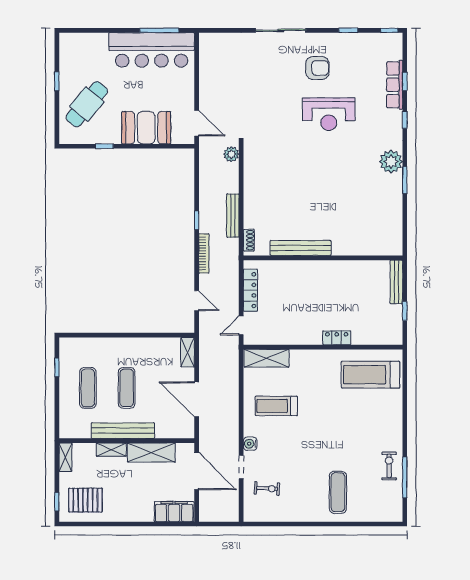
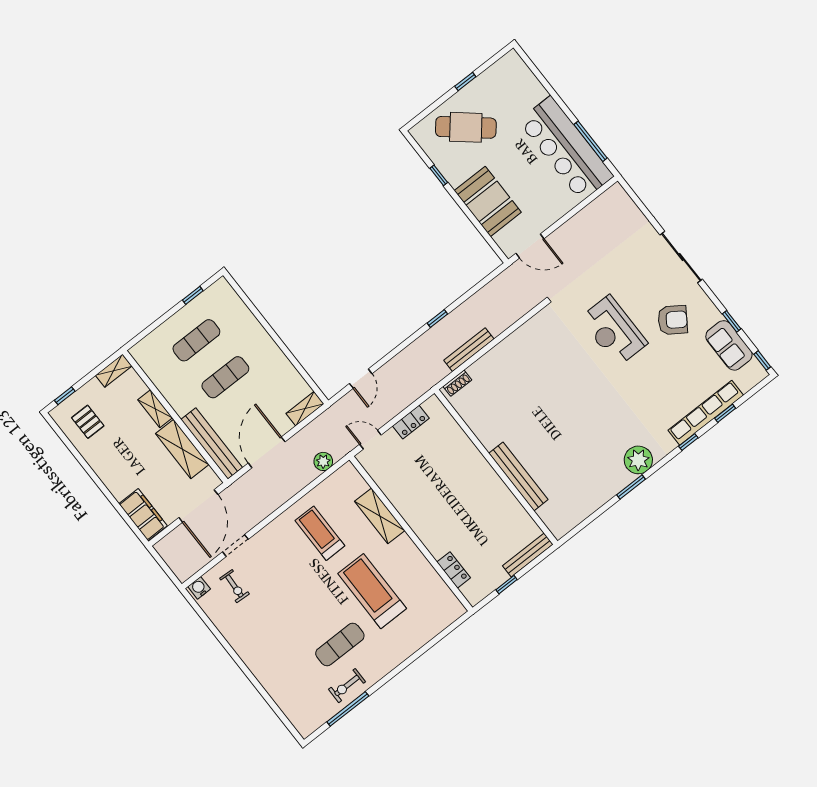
sofa: (363, 44) -> (729, 345), added
armchair: (317, 68) -> (673, 320), turned -56
row of seats: (395, 85) -> (706, 413), width x1.36
reception desk: (329, 114) -> (613, 331), moved
door: (197, 123) -> (530, 246), hinge flipped
plant: (231, 154) -> (323, 461), moved
bench: (301, 248) -> (518, 476), moved
bookcase: (204, 253) -> (411, 350), removed
locker: (250, 290) -> (411, 422), width x0.66
locker: (337, 338) -> (454, 570), moved
shelving: (266, 358) -> (380, 516), moved
treadmill: (370, 375) -> (372, 591), moved
bench: (123, 431) -> (212, 443), moved
water cooler: (250, 444) -> (199, 588), moved
exercise bike: (389, 466) -> (347, 686), turned 180
exercise mat: (338, 492) -> (340, 645), moved
pallet: (85, 500) -> (88, 422), width x0.67, depth x0.71

